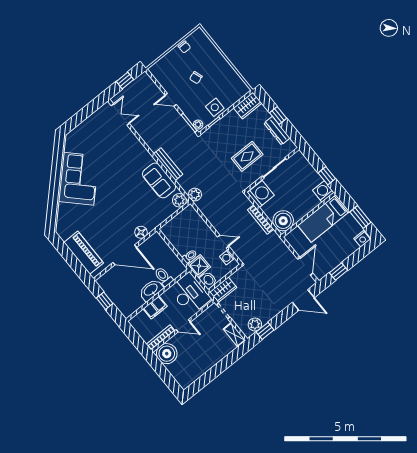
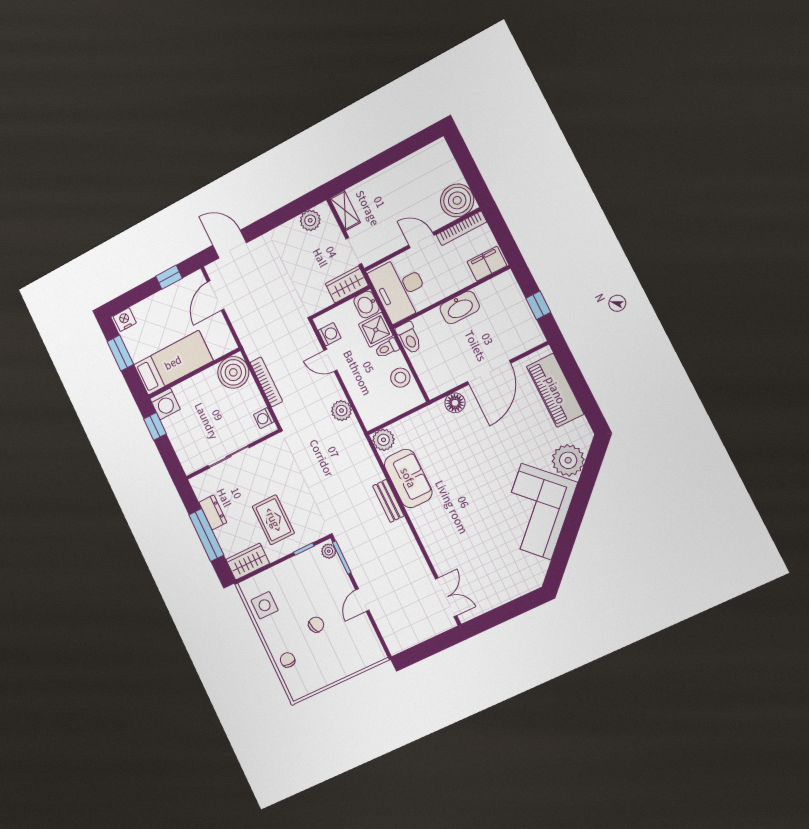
chair: (184, 47) -> (288, 660), moved
window: (125, 81) -> (427, 649), removed
door: (171, 100) -> (362, 600), swing flipped
side table: (215, 107) -> (265, 605), moved
double door: (120, 115) -> (446, 597), swing flipped
window: (278, 116) -> (206, 535), width x2.17
dresser: (277, 131) -> (213, 512), width x0.70
rug: (247, 156) -> (273, 520), moved, turned 90
bench: (168, 164) -> (388, 501), width x0.73
washing machine: (261, 194) -> (264, 418), width x0.53, depth x0.53
plant: (195, 195) -> (341, 411), moved
plant: (67, 213) -> (568, 460), added
stool: (177, 240) -> (400, 378), added
door: (125, 255) -> (489, 372), swing flipped
toilet: (164, 277) -> (409, 338), moved
filing cabinet: (155, 307) -> (487, 264), moved
window: (265, 331) -> (297, 207), removed

